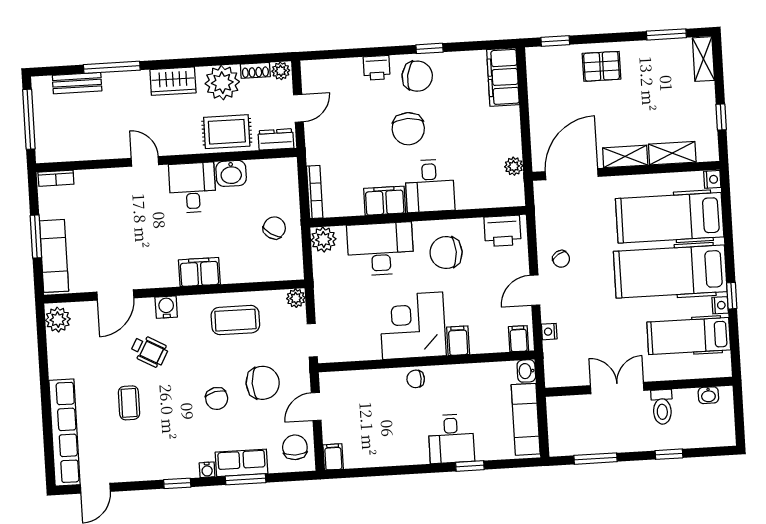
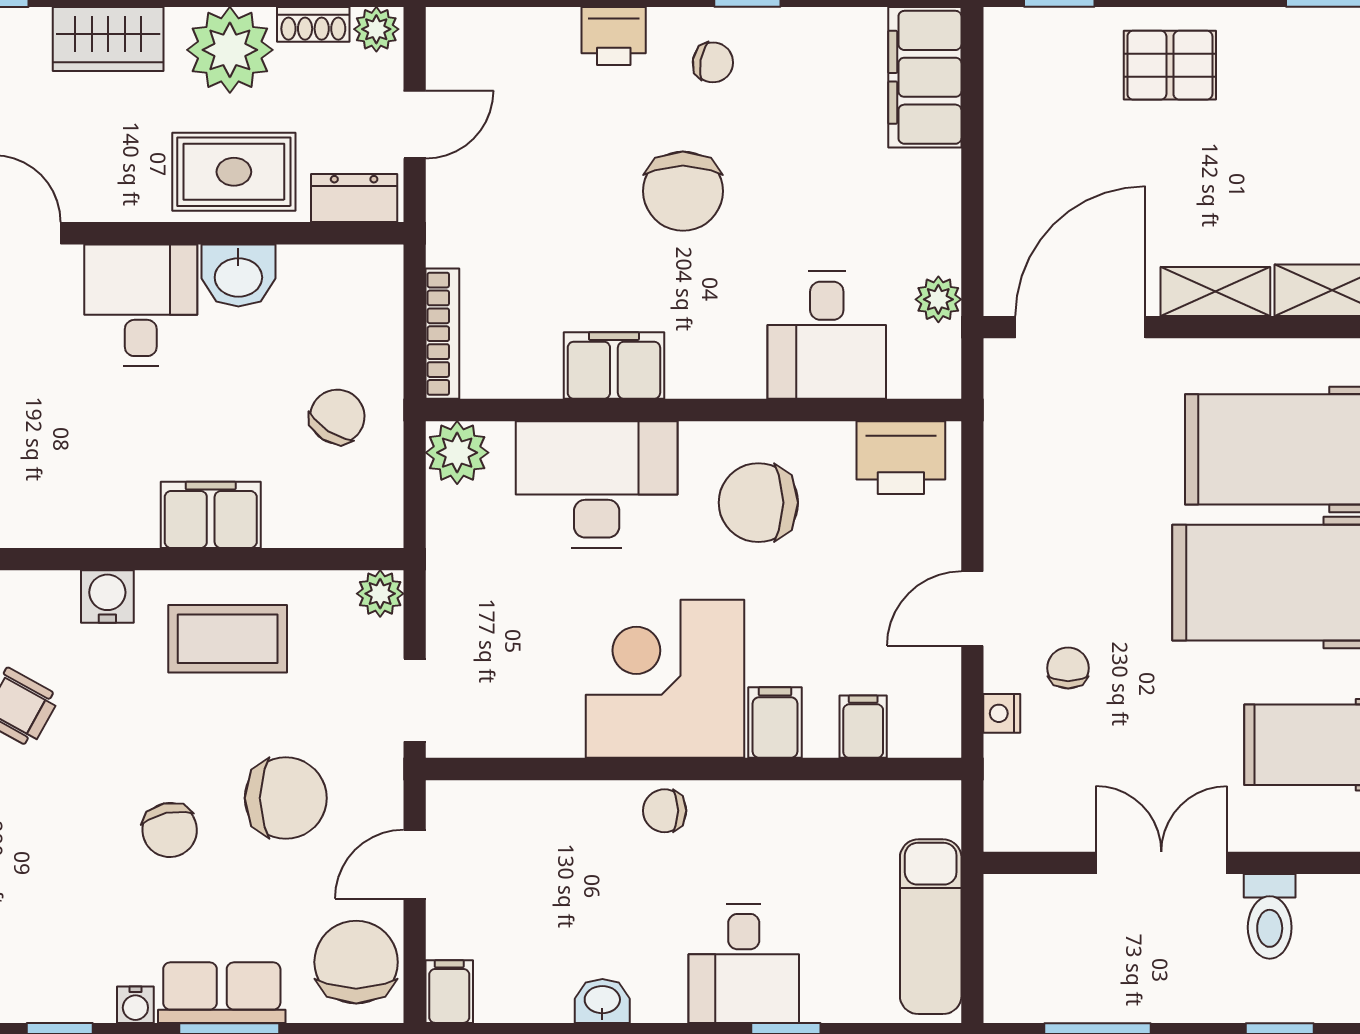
chair: (417, 76) -> (713, 62), width x0.54, depth x0.54
desk: (430, 186) -> (827, 335), moved
chair: (561, 259) -> (1068, 668), moved, turned -149
filing cabinet: (199, 272) -> (211, 515), moved
water cooler: (166, 307) -> (107, 597), moved
filing cabinet: (519, 339) -> (863, 727), moved
washbasin: (526, 371) -> (602, 1001), moved, turned 90
chair: (295, 447) -> (356, 962), width x1.37, depth x1.37

